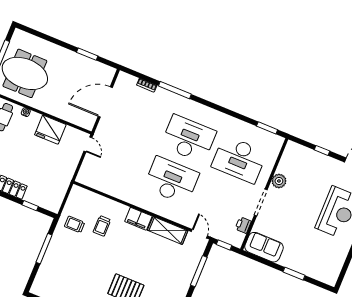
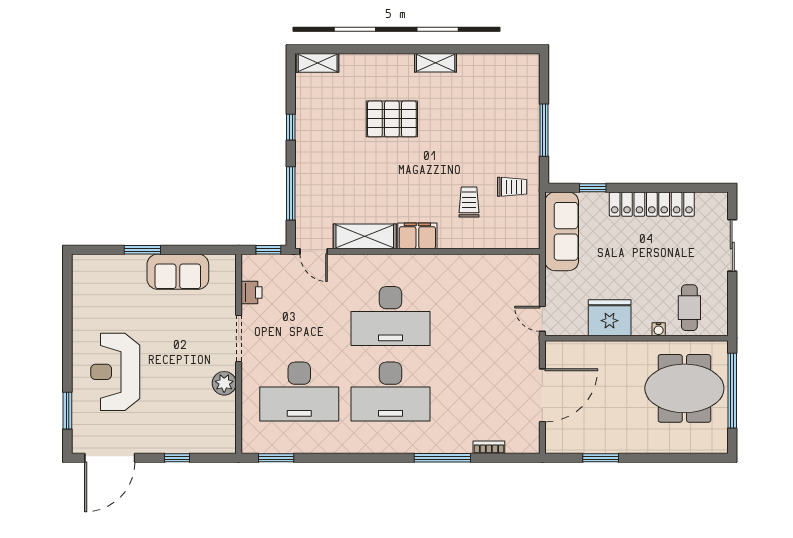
desk: (239, 159) -> (299, 391), turned 180
sofa: (57, 188) -> (562, 231), added
sofa: (264, 247) -> (178, 272), moved

